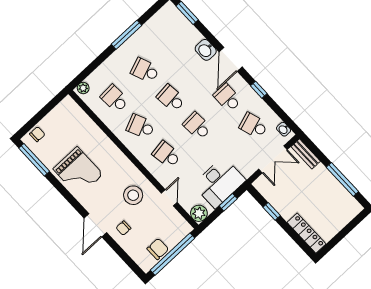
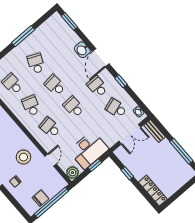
school desk: (145, 70) -> (36, 63), turned 45
school desk: (141, 127) -> (31, 106), turned 42

